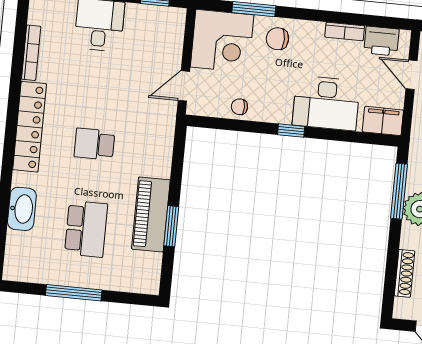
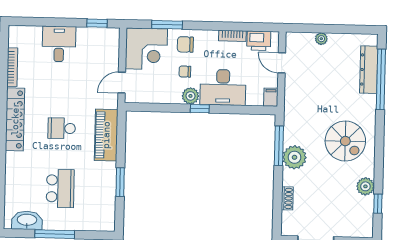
chair: (239, 107) -> (185, 72), moved
plant: (279, 112) -> (190, 96), added
filing cabinet: (383, 121) -> (271, 97), width x0.50
washbasin: (22, 209) -> (27, 220), moved, turned -90
piano: (151, 214) -> (106, 135), moved
shoe rack: (405, 273) -> (287, 198), width x0.70

